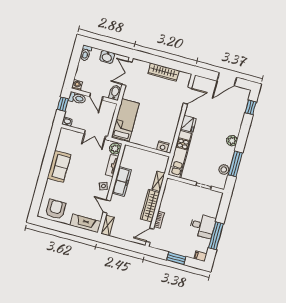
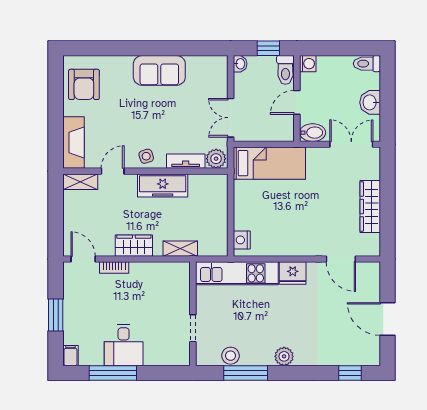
wardrobe: (150, 206) -> (134, 246), width x0.67
armchair: (56, 209) -> (84, 84), turned 90

